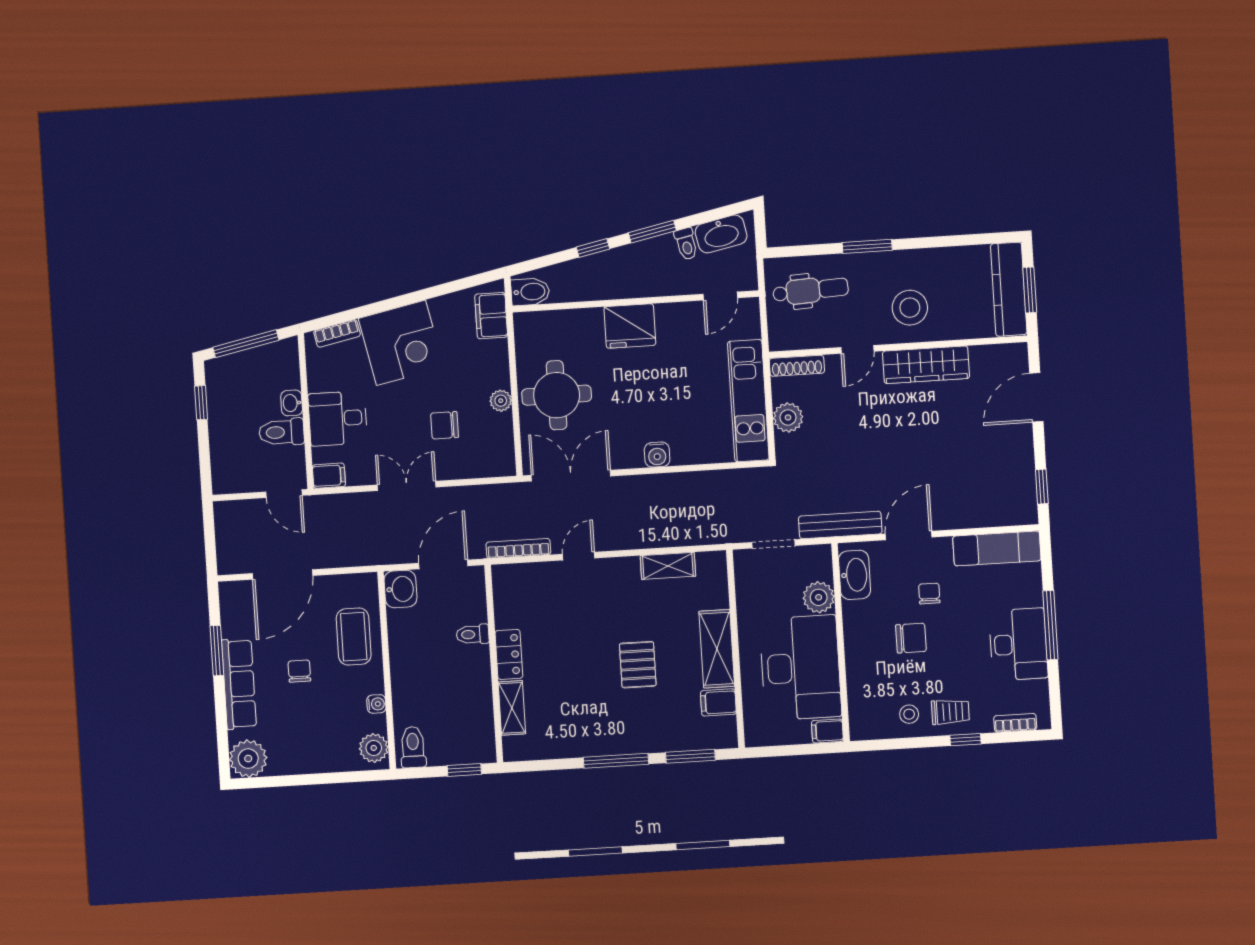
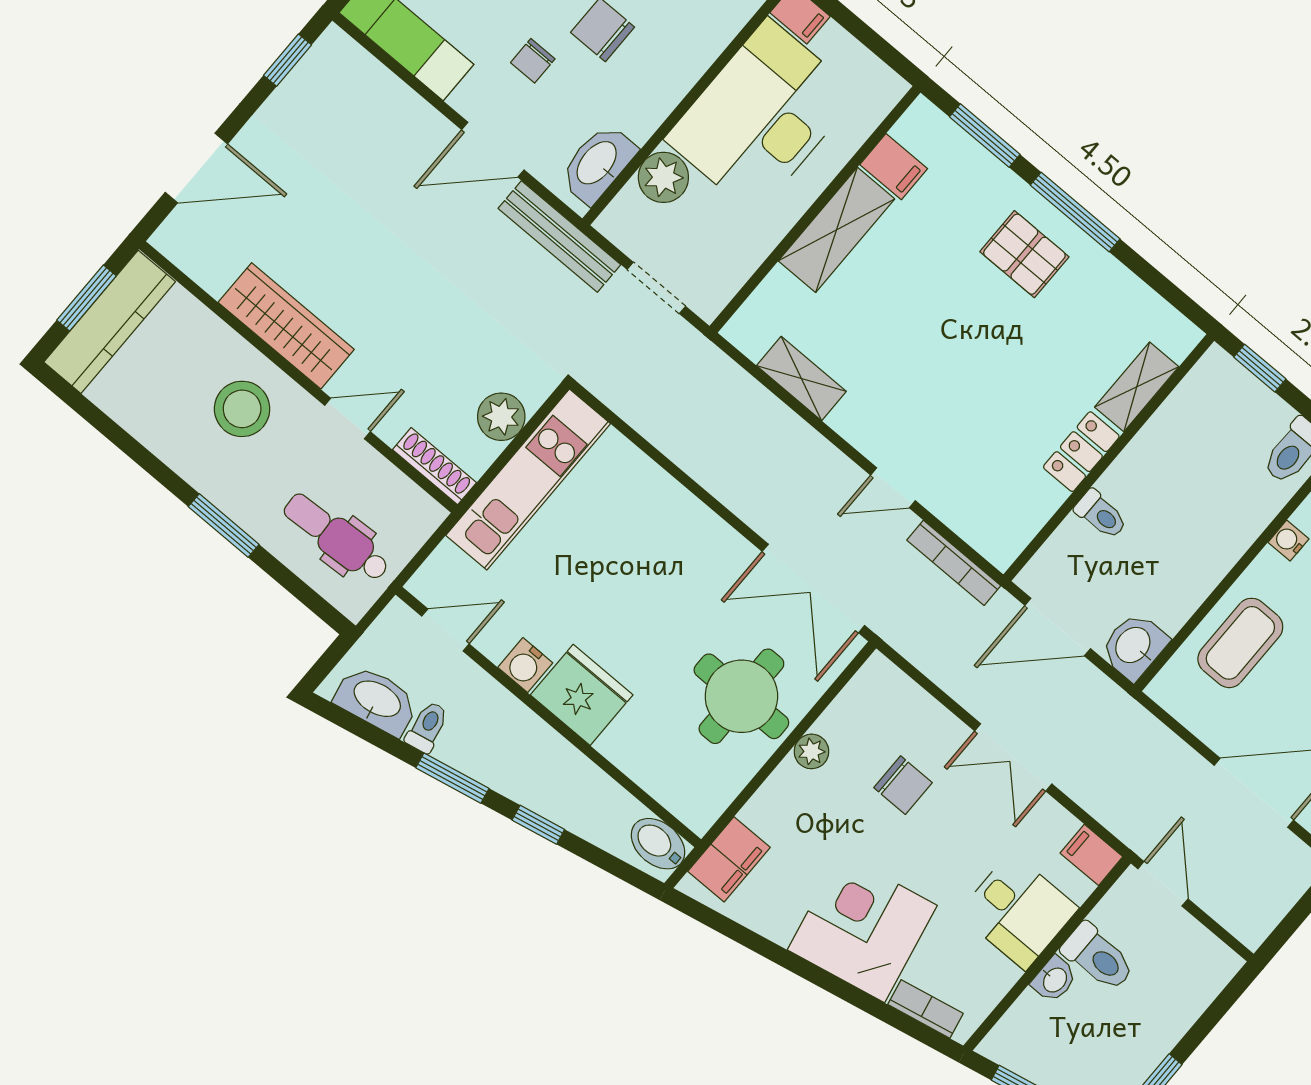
water cooler: (657, 455) -> (525, 665), moved, turned 180
pallet: (638, 665) -> (1024, 254), moved, turned 90

